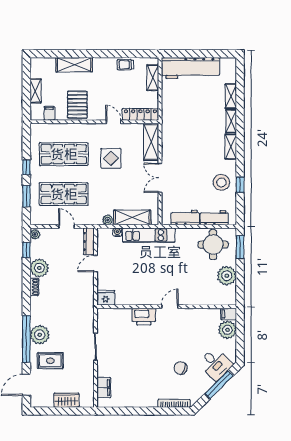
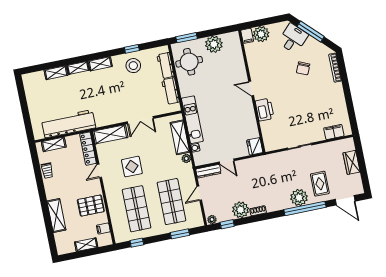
workbench: (190, 68) -> (69, 124), moved, turned -90
window: (26, 167) -> (137, 243), moved

